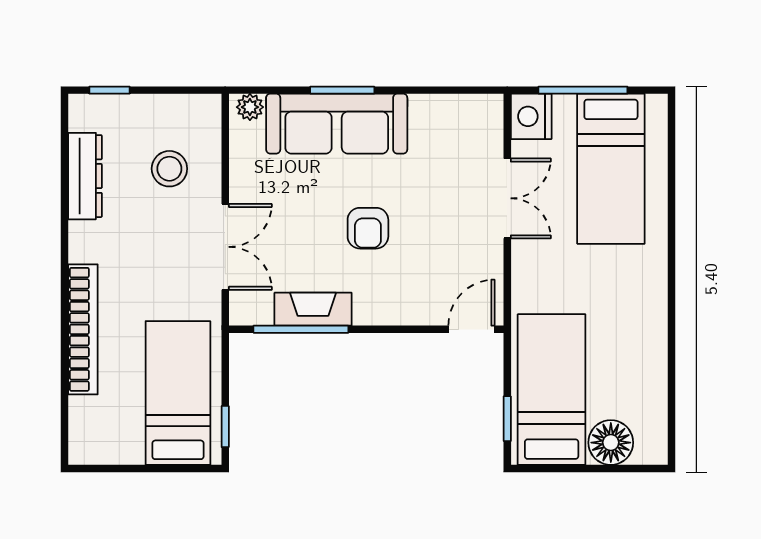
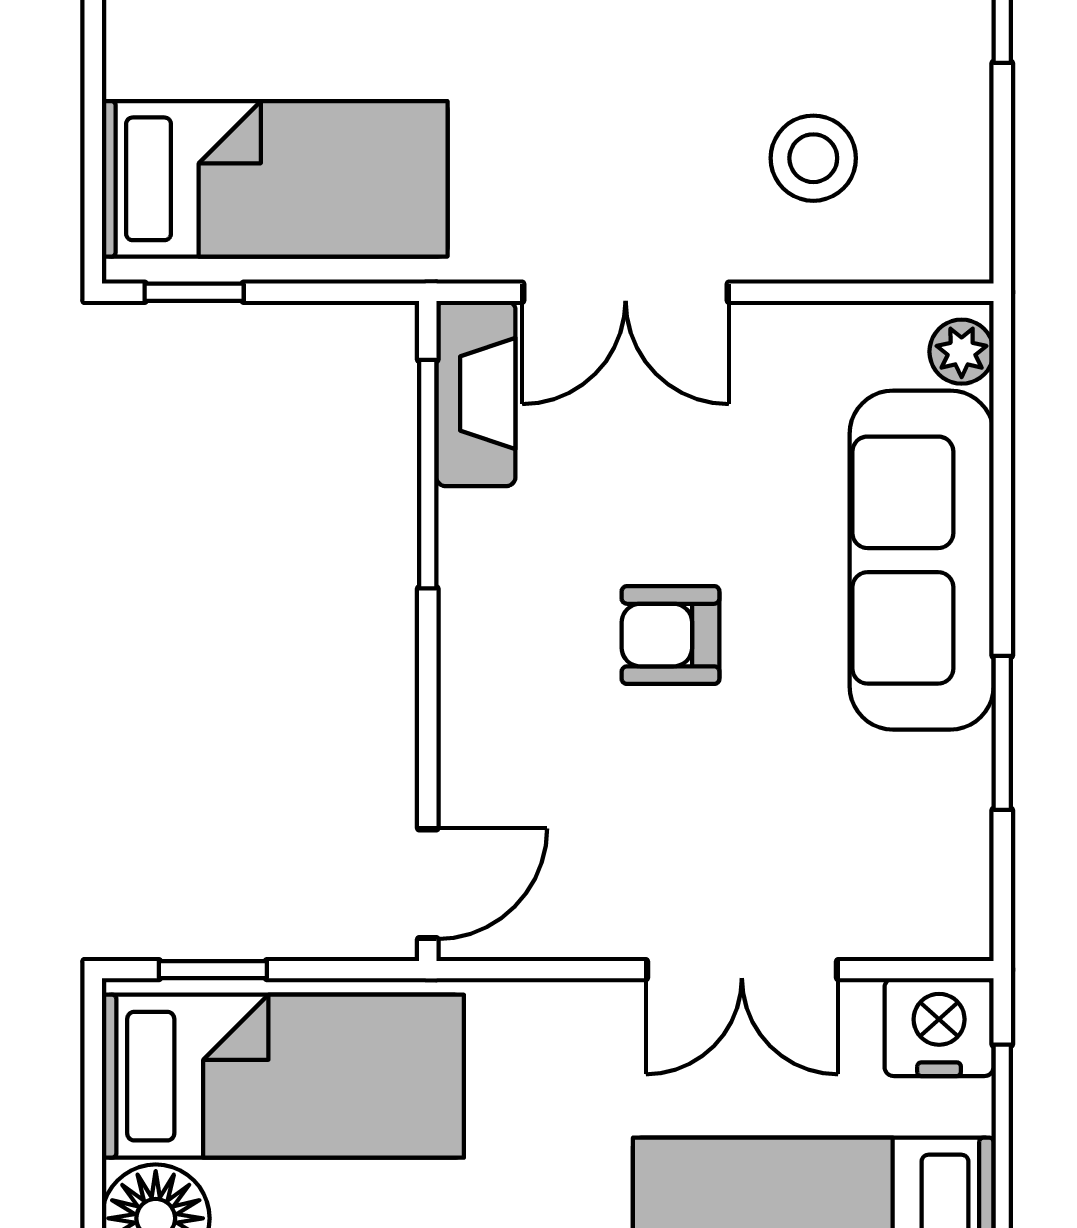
window: (342, 90) -> (1002, 733), moved
fireplace: (313, 309) -> (476, 393), moved
door: (471, 329) -> (428, 884), hinge flipped

